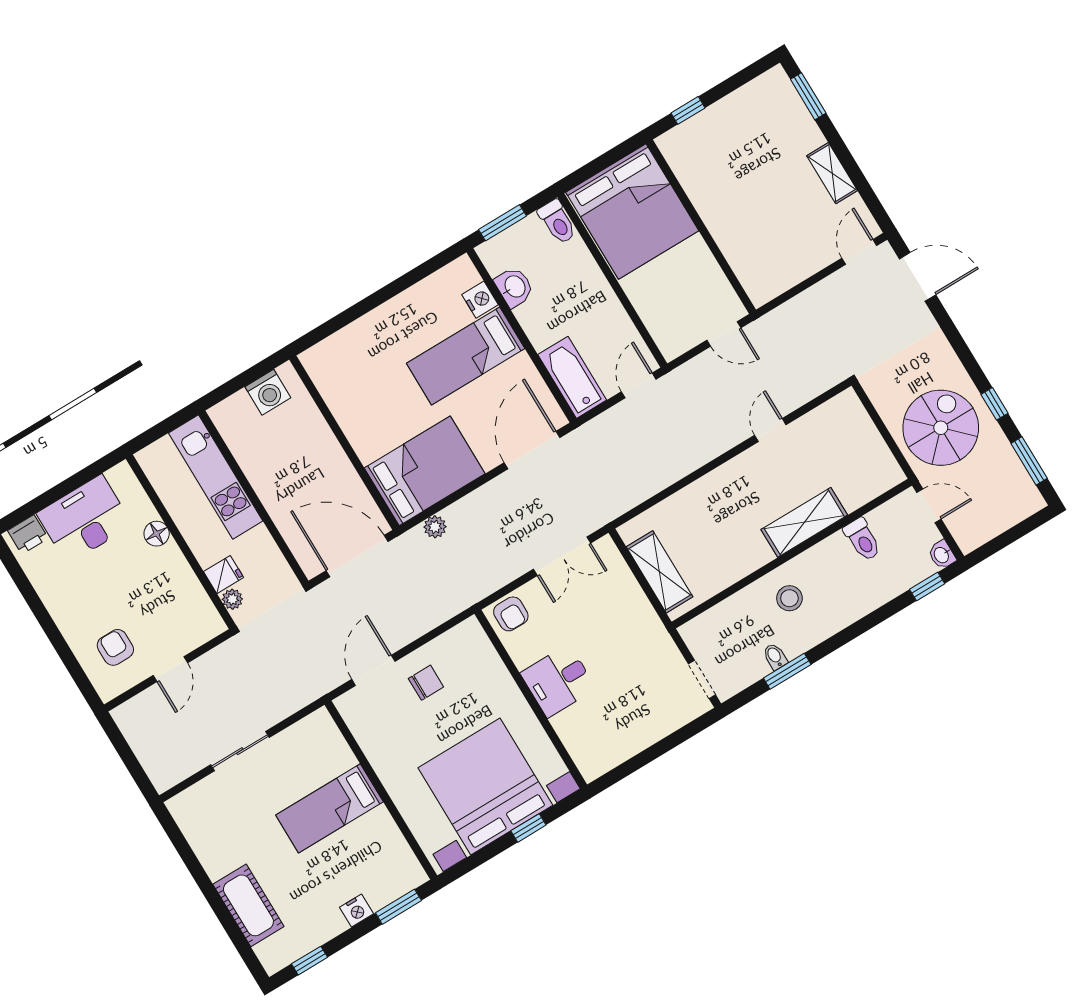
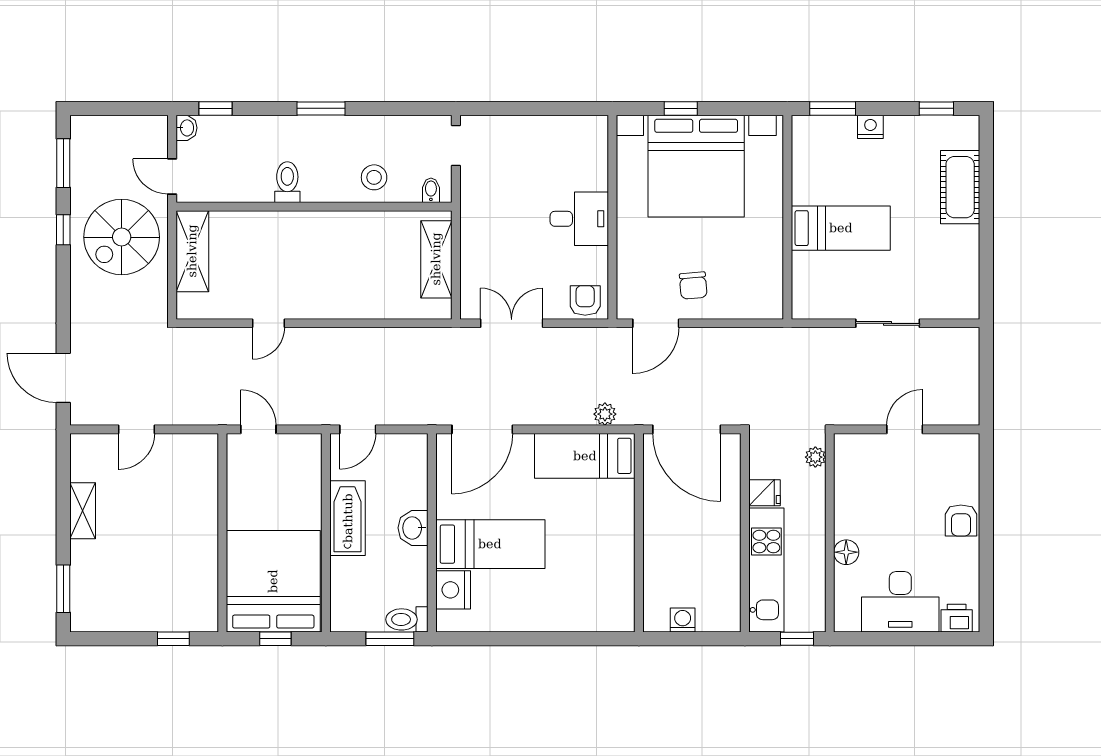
window: (601, 163) -> (275, 639), added
toilet: (557, 222) -> (407, 619), moved, turned -90
door: (859, 252) -> (136, 429), moved
washbasin: (514, 287) -> (413, 528), moved
nightstand: (480, 300) -> (453, 590), width x1.36, depth x1.33
bathtub: (572, 377) -> (348, 518), moved, turned 180
washing machine: (268, 392) -> (683, 620), width x0.73, depth x0.73
window: (154, 434) -> (797, 639), added
bed: (425, 471) -> (585, 456), width x0.67
shelving: (804, 522) -> (192, 251), moved, turned 90
toilet: (862, 539) -> (287, 182), moved
fridge: (224, 575) -> (764, 493), moved, turned 180
stool: (789, 598) -> (374, 177), moved
armchair: (115, 647) -> (961, 520), moved
bidet: (775, 656) -> (431, 190), moved, turned 180
door: (373, 670) -> (656, 323), moved
window: (787, 671) -> (321, 108), moved
chair: (426, 683) -> (693, 286), turned -95

